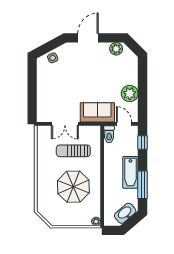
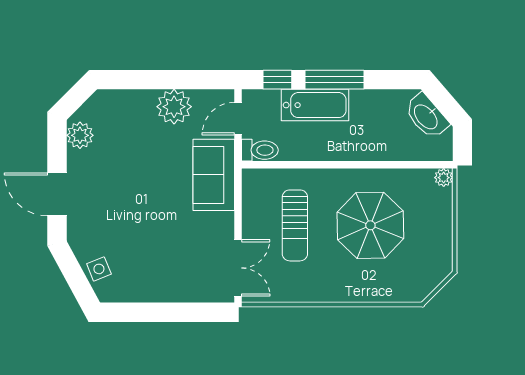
double door: (65, 124) -> (238, 268), moved
bathtub: (130, 172) -> (315, 105), moved
window: (143, 185) -> (334, 80), moved

